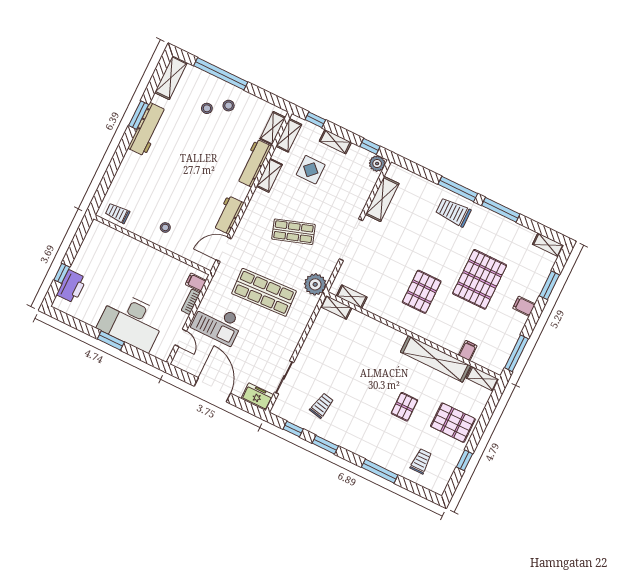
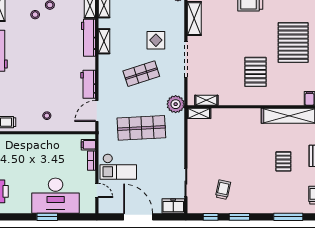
display table: (311, 170) -> (156, 40), moved

